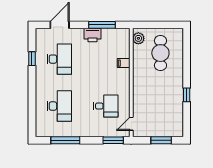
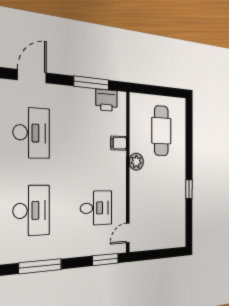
printer: (93, 35) -> (106, 100), moved
plant: (138, 38) -> (136, 162), moved
window: (161, 140) -> (162, 254), removed

